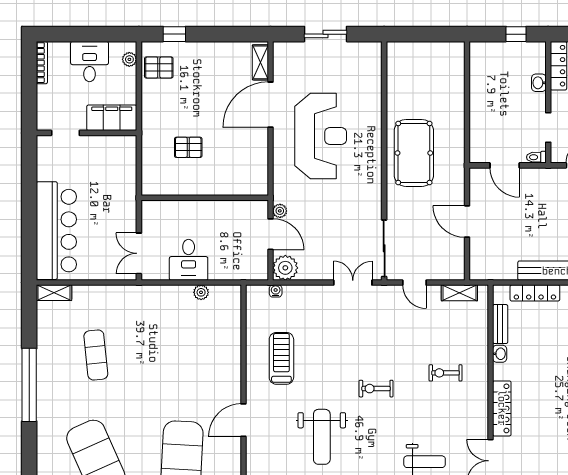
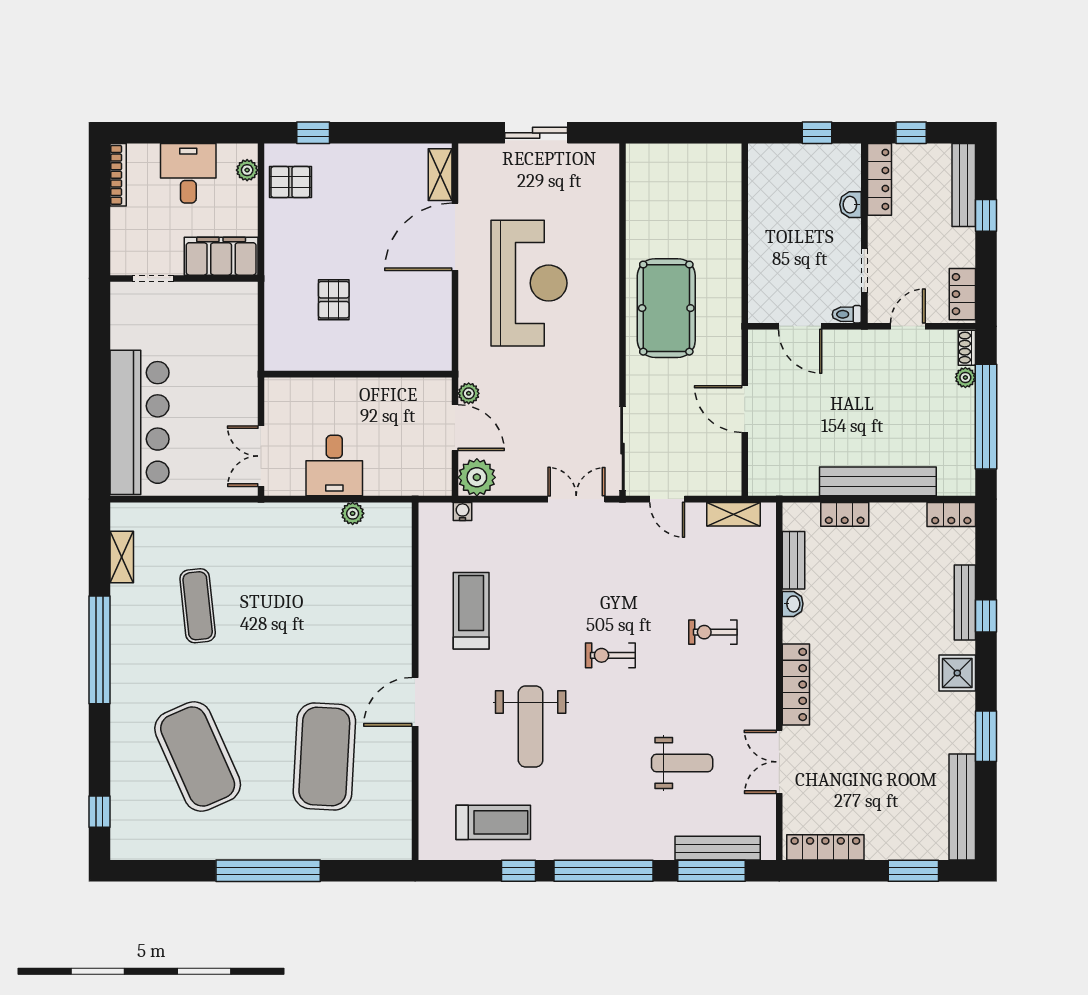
pallet: (188, 147) -> (334, 300), turned 90
shelving: (54, 293) -> (122, 557), moved, turned 90
locker: (535, 293) -> (845, 514), width x0.66

